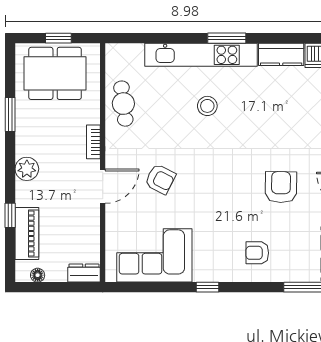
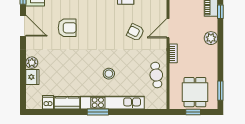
dining table: (55, 73) -> (195, 92), width x0.73
window: (10, 115) -> (220, 91), moved
armchair: (281, 187) -> (67, 28), turned -91

